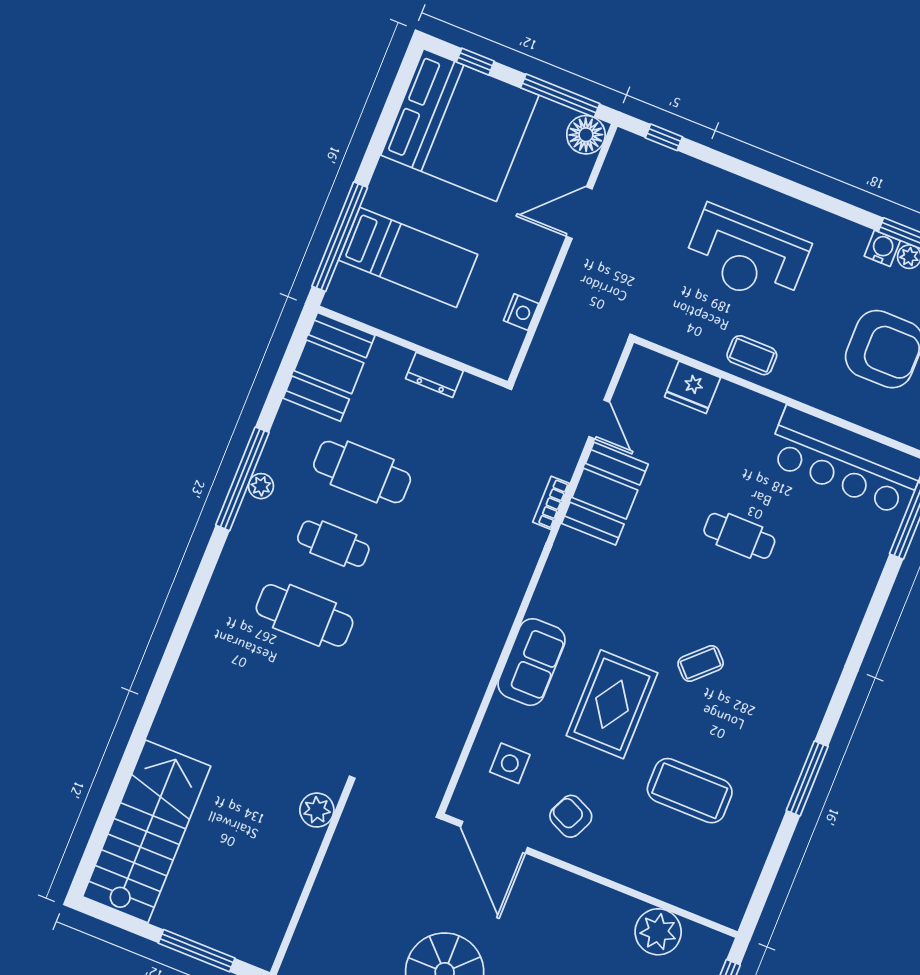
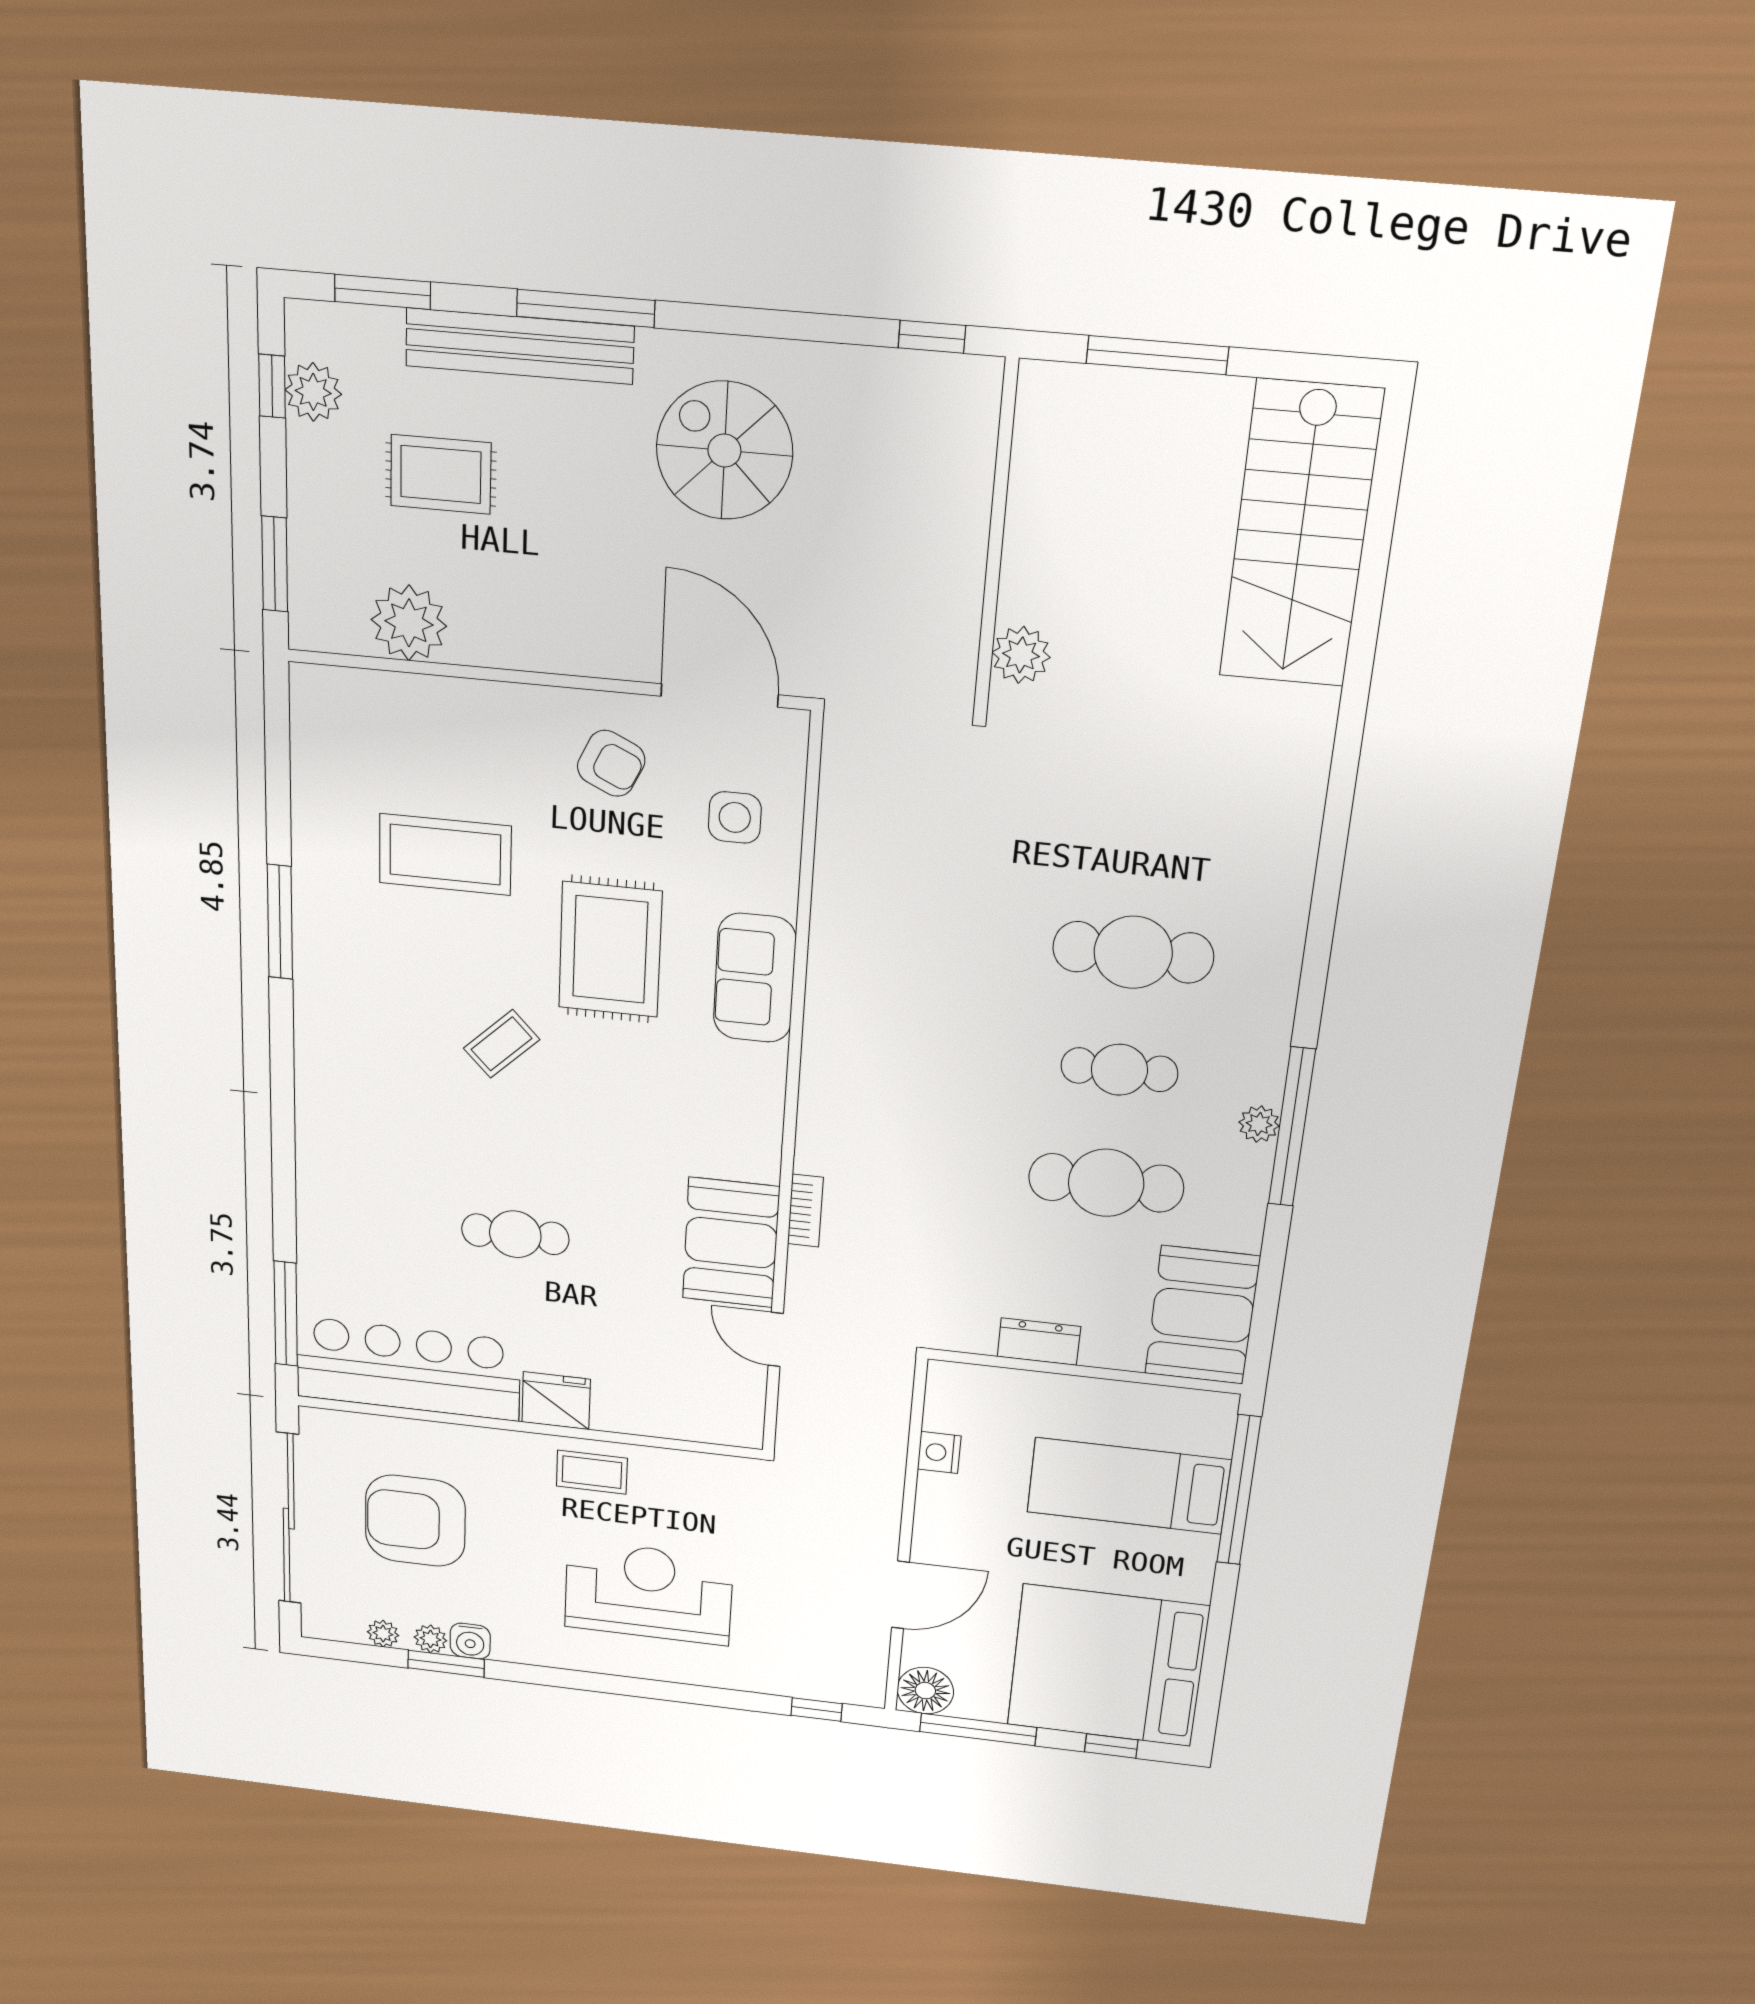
fridge: (693, 387) -> (556, 1401), moved

